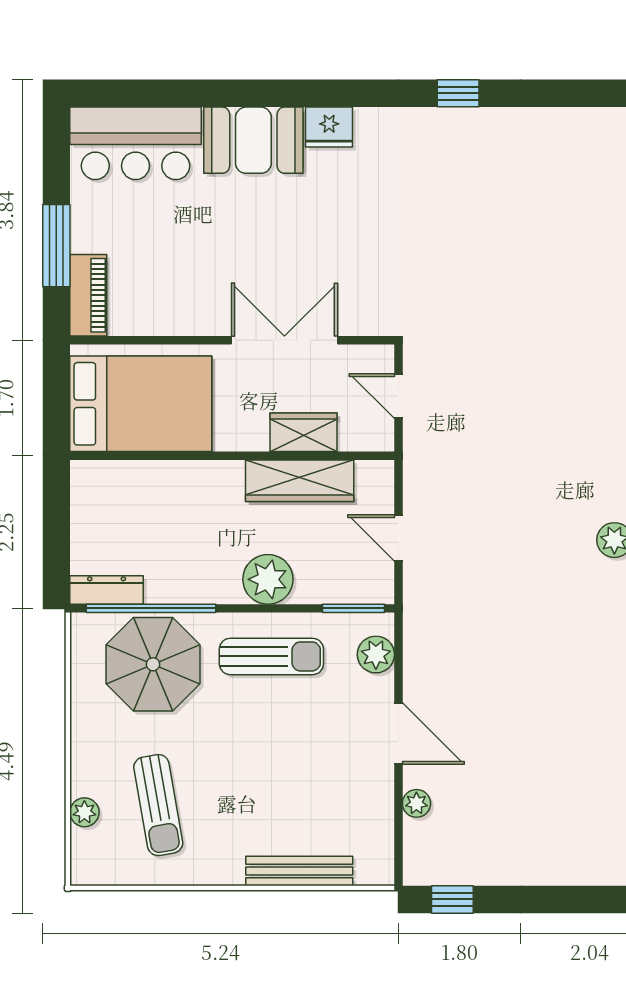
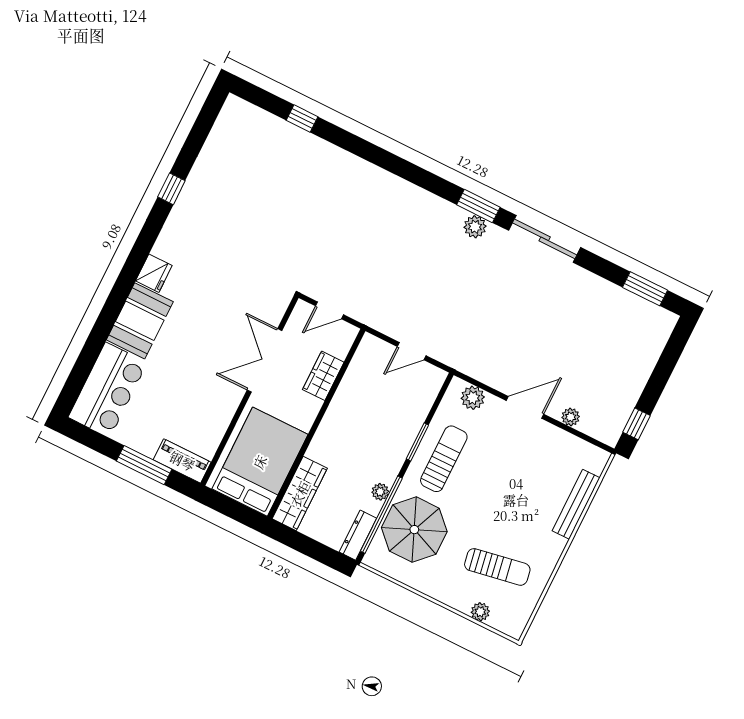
wardrobe: (300, 481) -> (300, 494), moved
plant: (268, 579) -> (380, 492), moved, width x0.53, depth x0.53
window: (354, 608) -> (417, 442), moved

